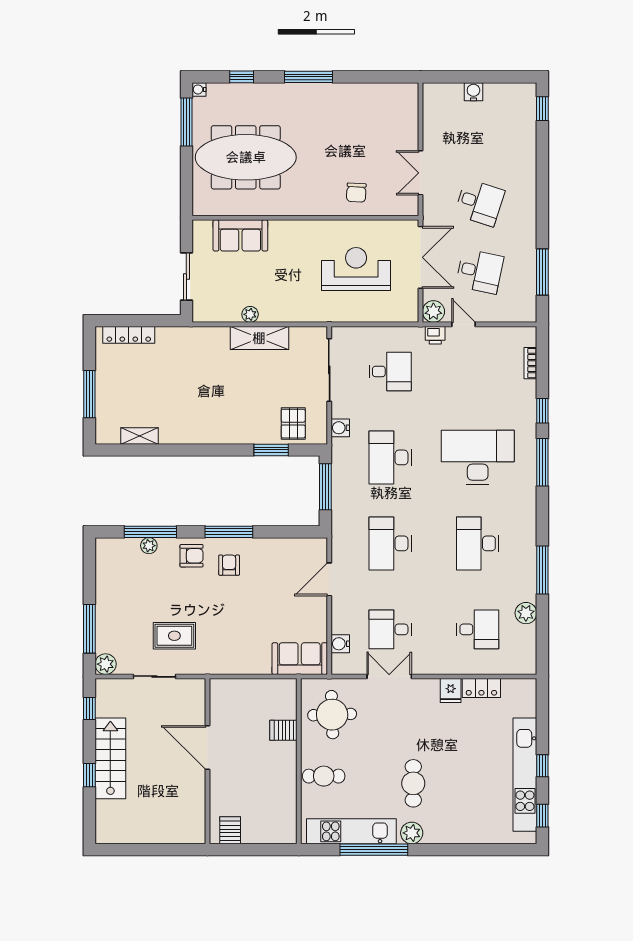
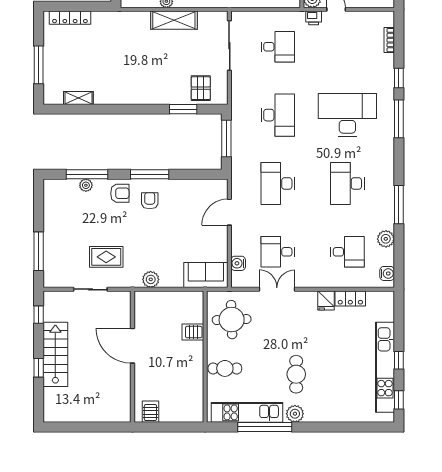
water cooler: (340, 428) -> (387, 273), moved, turned 180
desk: (390, 457) -> (278, 115), turned 180
plant: (106, 664) -> (151, 279), moved

